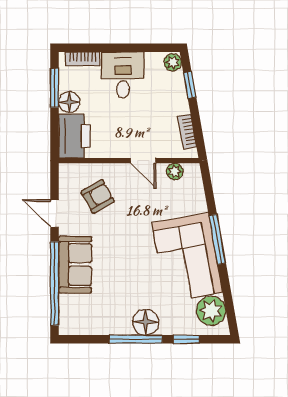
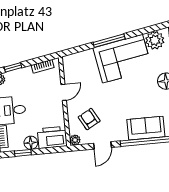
window: (55, 88) -> (23, 153), width x0.67
plant: (175, 171) -> (75, 140), moved
sofa: (75, 265) -> (146, 128), moved

